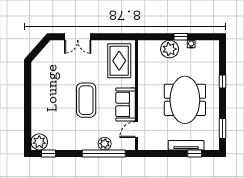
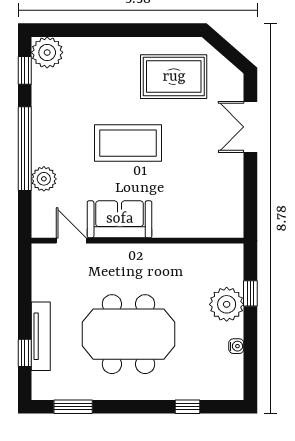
window: (181, 37) -> (250, 293), moved
rug: (119, 61) -> (174, 77), moved
window: (222, 81) -> (187, 407), moved
window: (104, 153) -> (25, 149), moved

